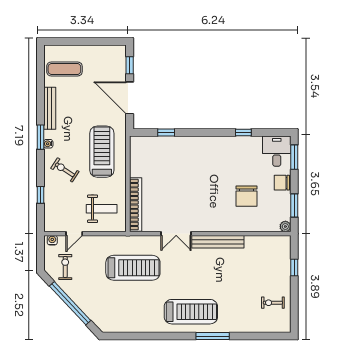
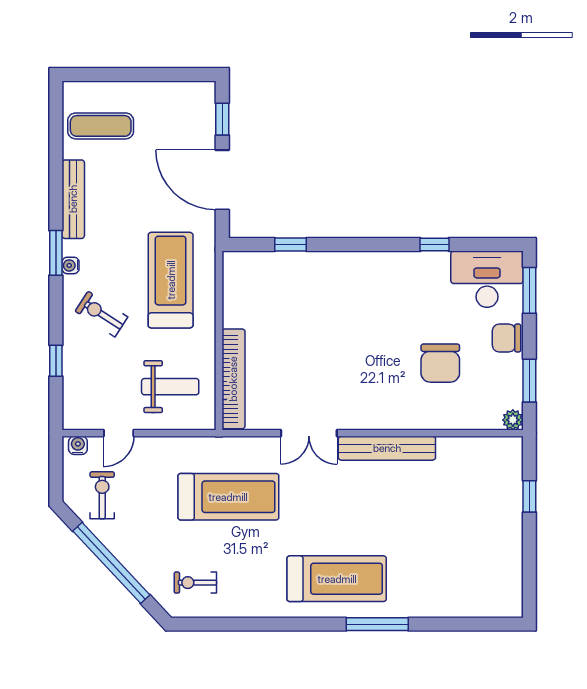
desk: (277, 151) -> (487, 279), width x1.37
exercise bike: (273, 303) -> (195, 583), moved

